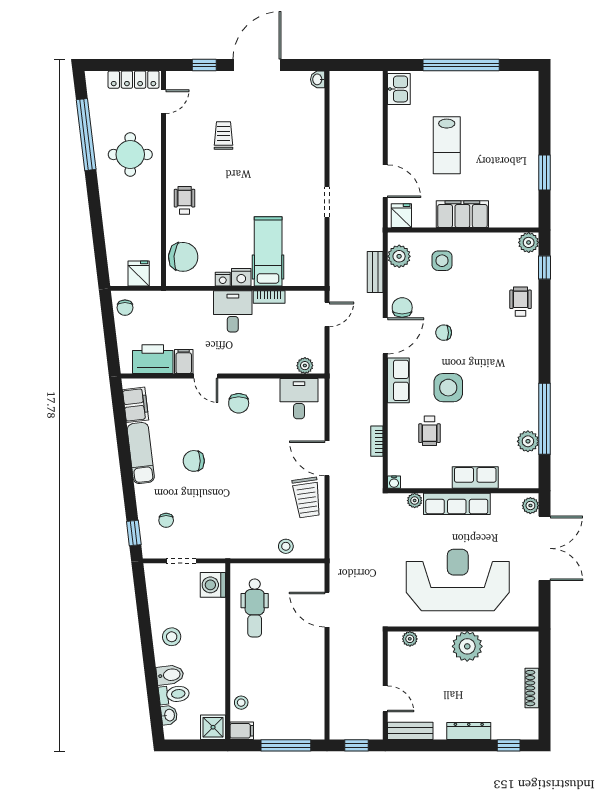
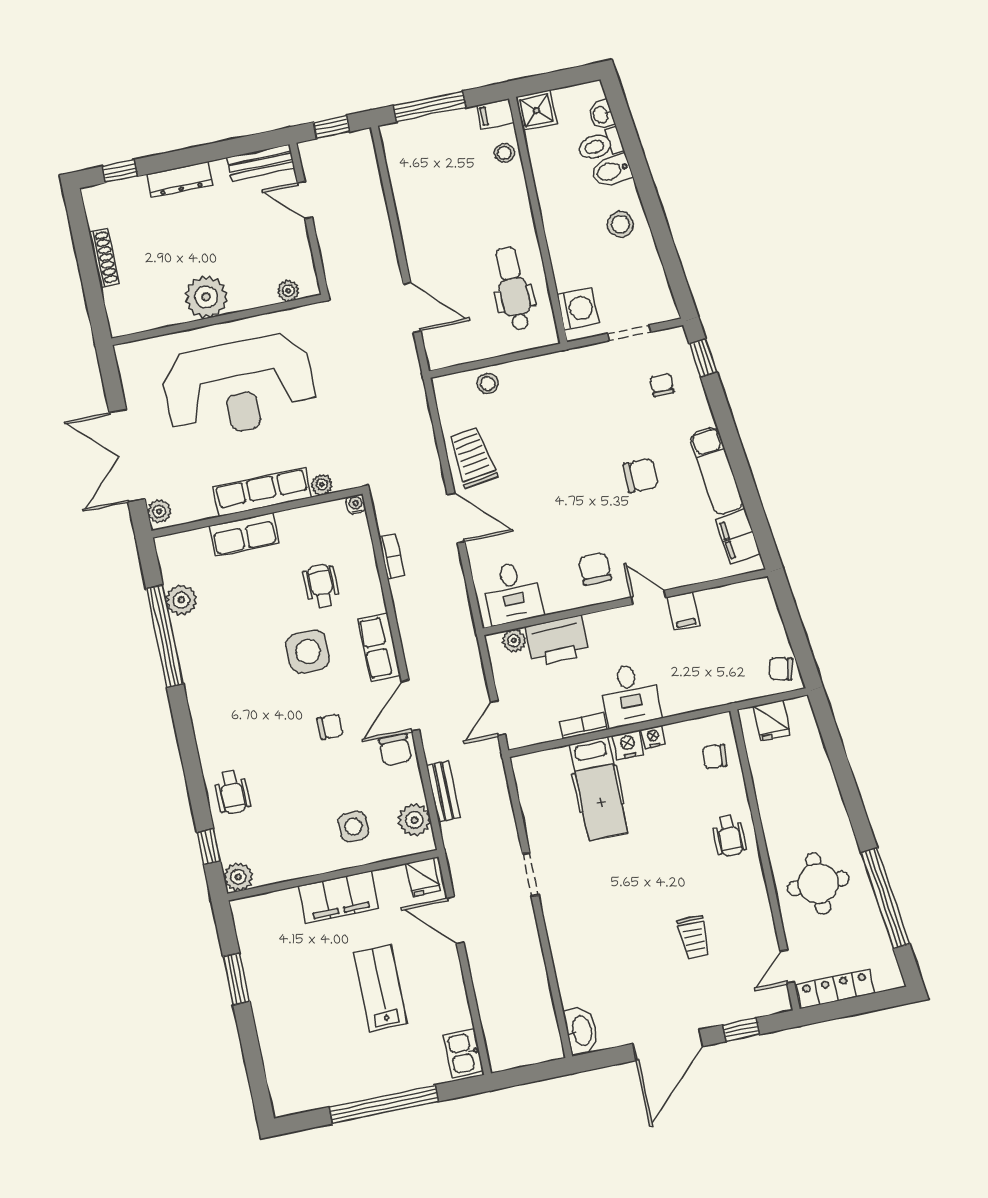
washbasin: (318, 79) -> (581, 1031), width x1.91, depth x1.45
chair: (183, 257) -> (715, 756), width x0.54, depth x0.54
chair: (125, 308) -> (781, 669), turned -77
printer: (153, 359) -> (557, 641), moved

